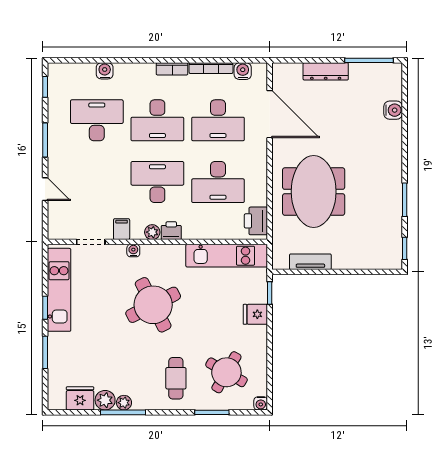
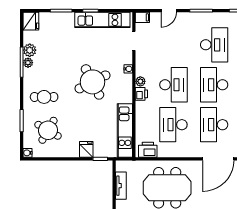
filing cabinet: (122, 229) -> (142, 17), moved
fridge: (80, 398) -> (31, 21), moved

